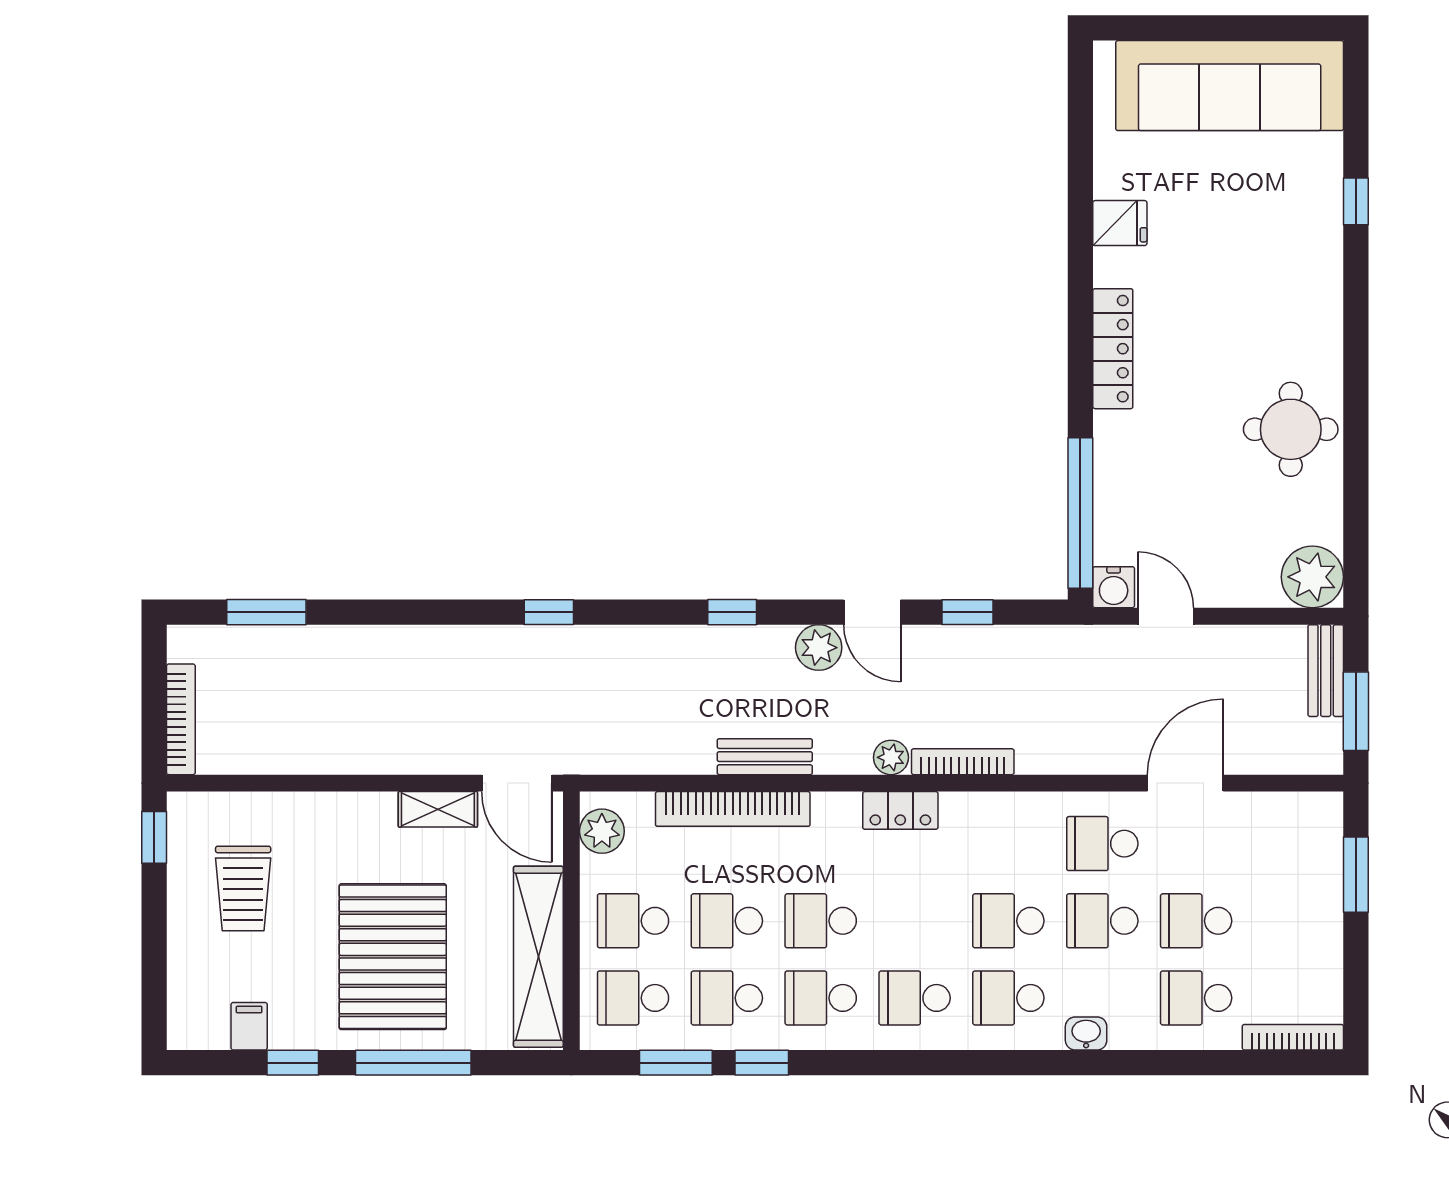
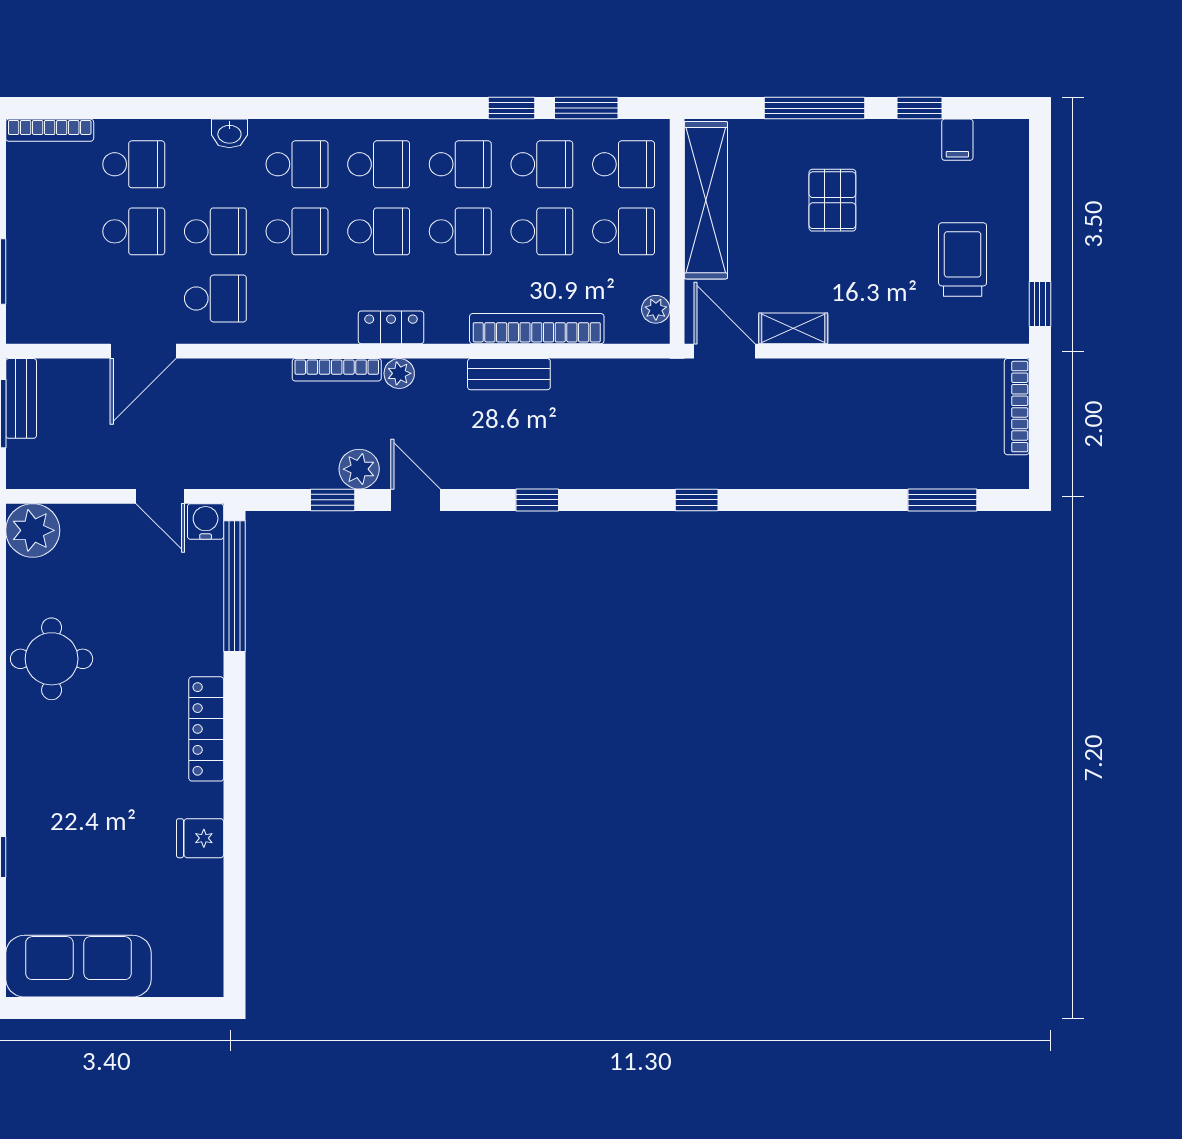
sofa: (1230, 86) -> (78, 966), width x0.74, depth x0.79
plant: (819, 648) -> (359, 469), moved
bench: (1326, 671) -> (21, 398), moved
plant: (602, 831) -> (656, 309), width x0.73, depth x0.73
school desk: (915, 921) -> (379, 231), added
pallet: (393, 957) -> (832, 200), width x0.49, depth x0.50

